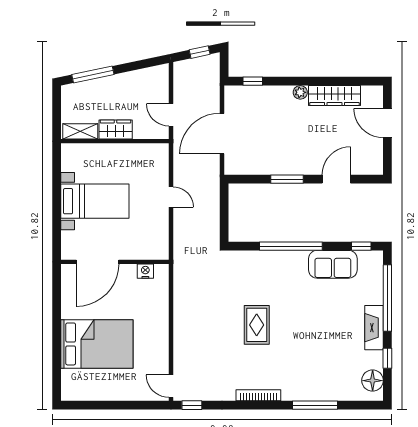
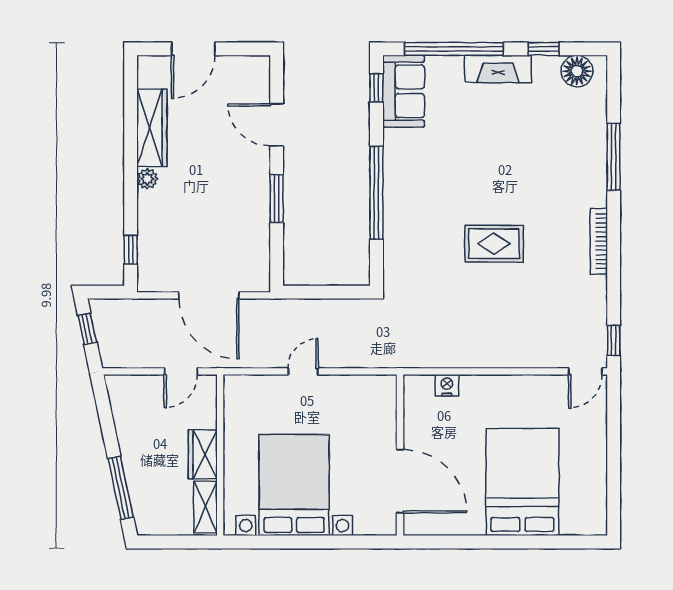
bed with nightstands: (95, 201) -> (294, 485), width x1.36
sofa: (333, 264) -> (404, 91), moved
nightstand: (145, 271) -> (447, 385), moved, turned 90

